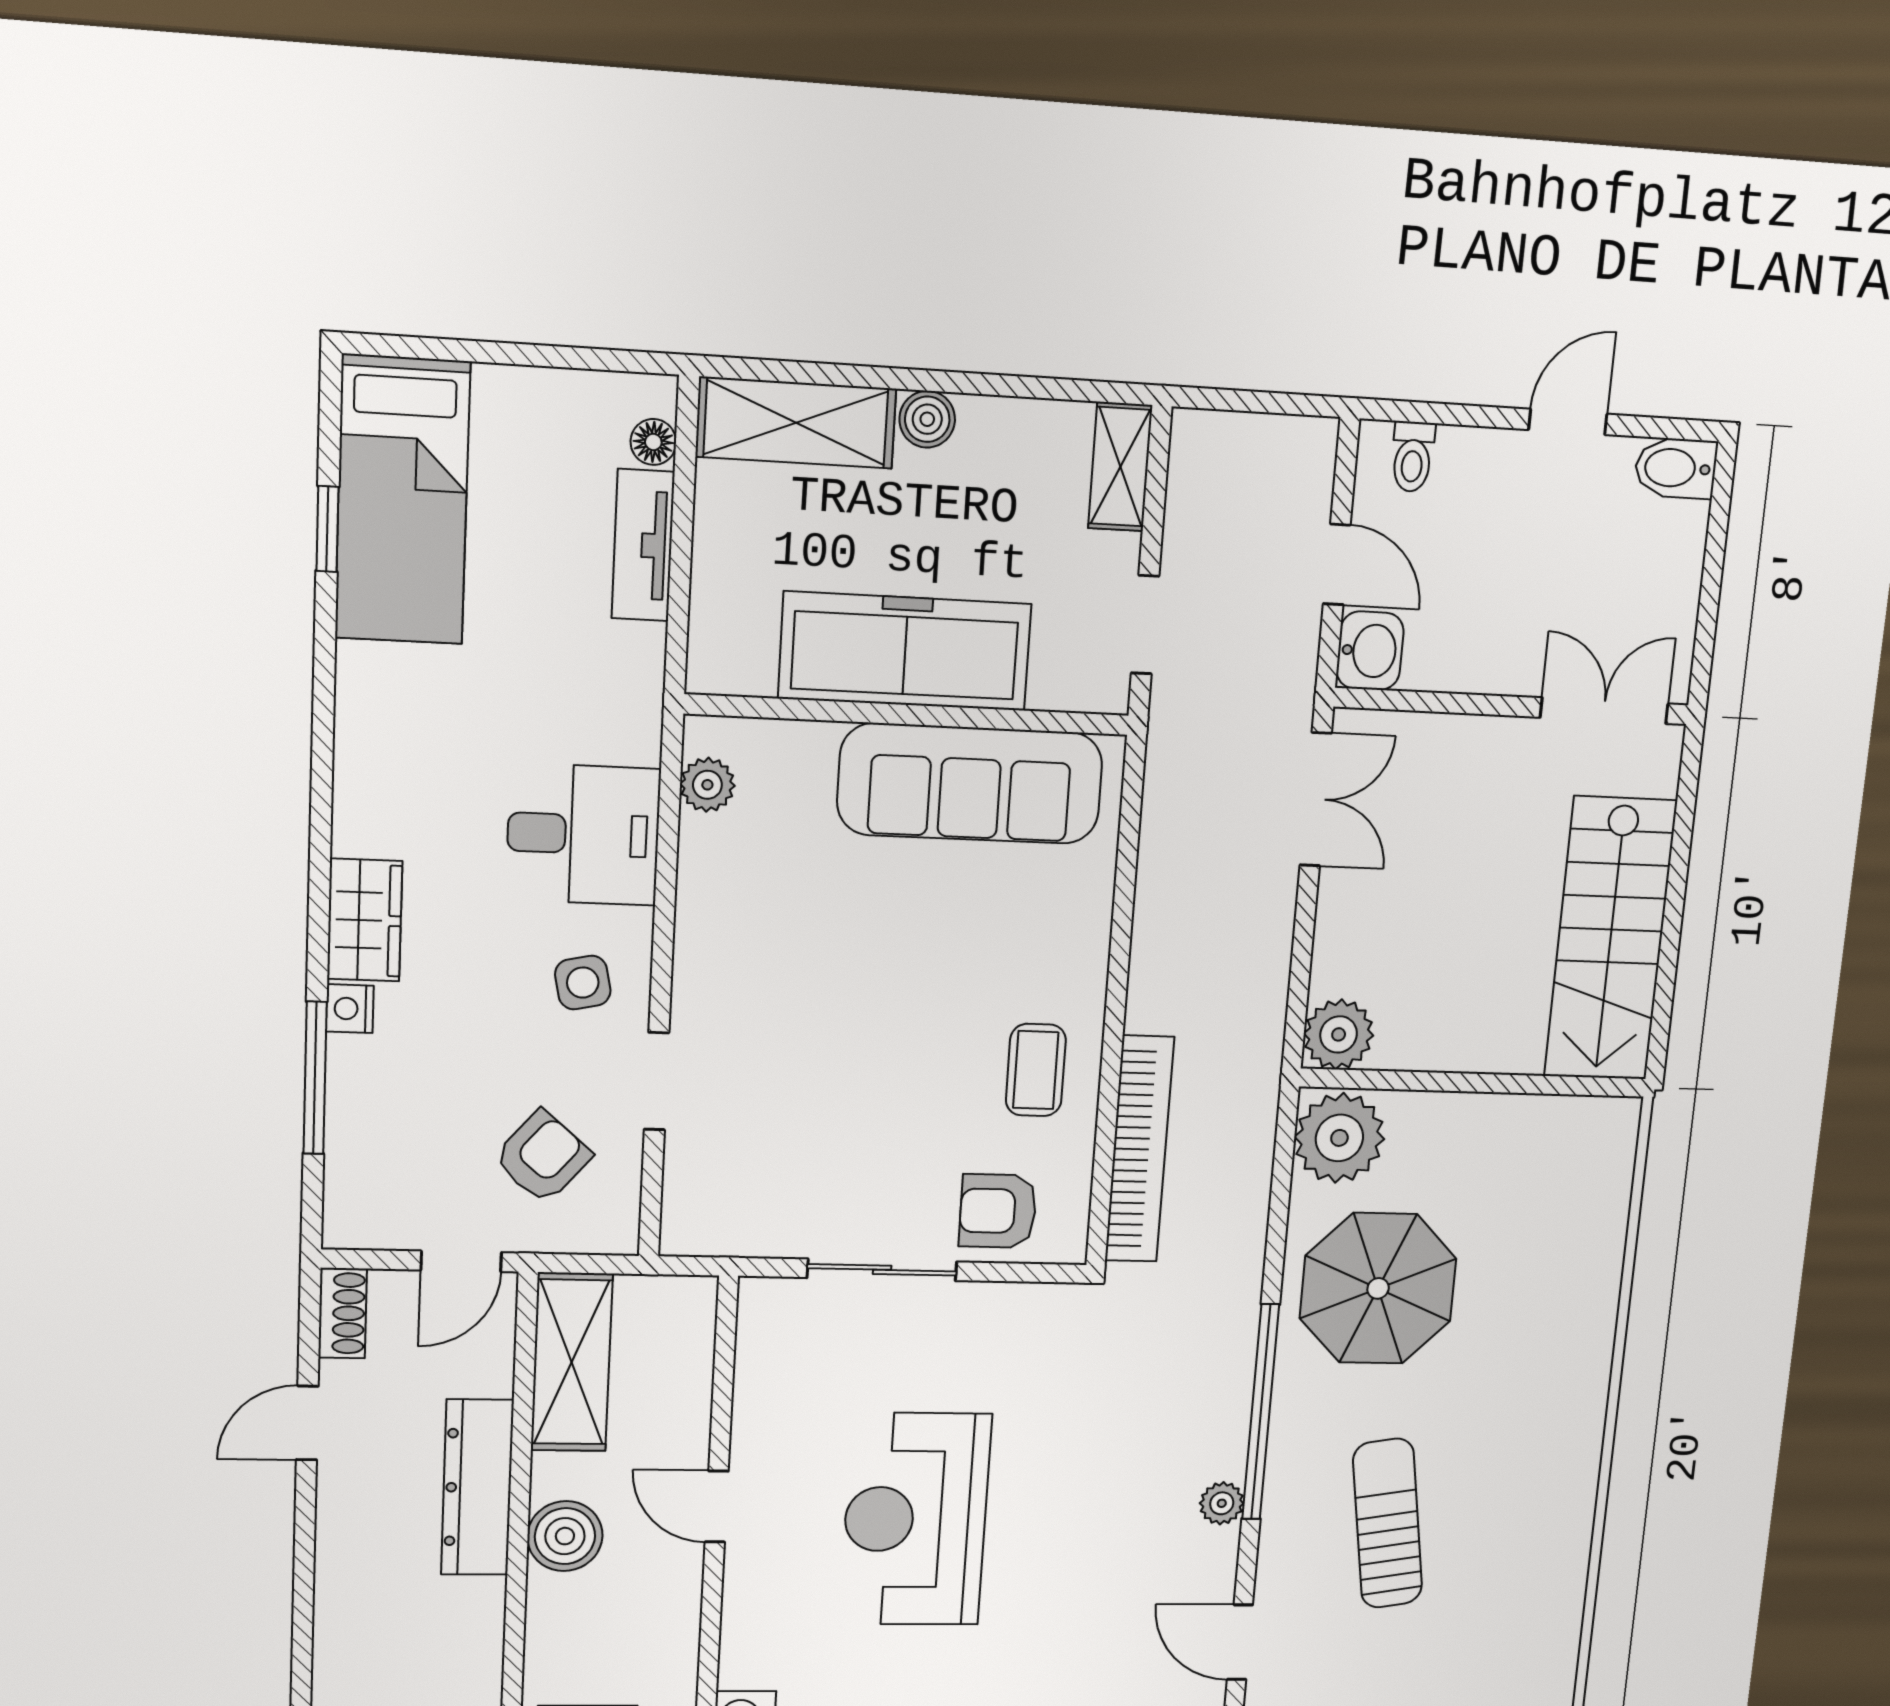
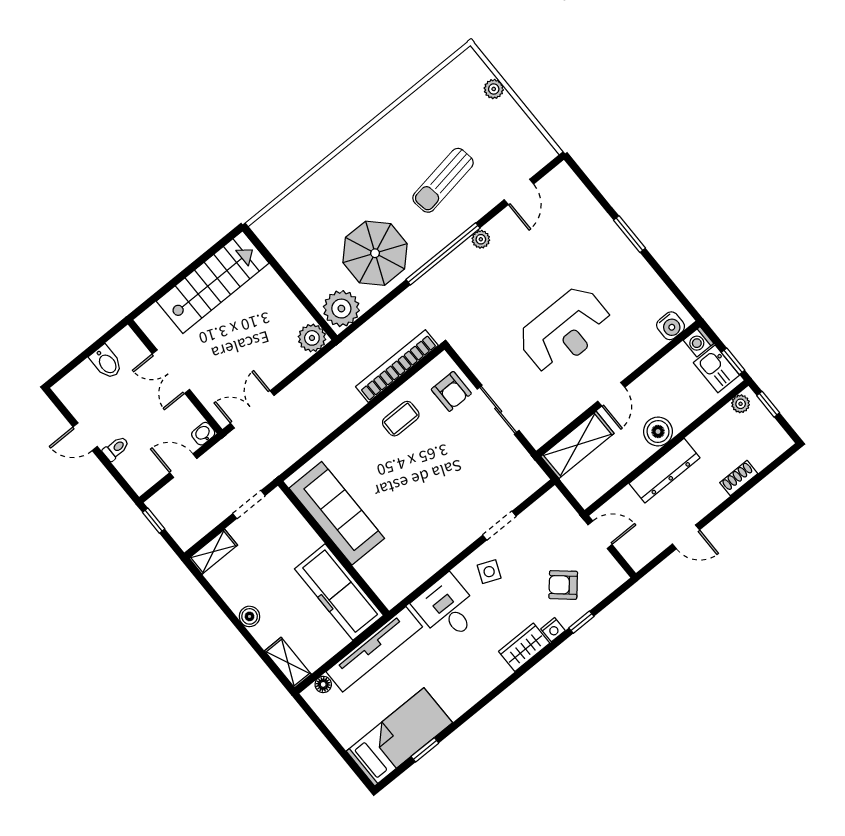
window: (1289, 404) -> (154, 521), added
shelving: (796, 423) -> (288, 663), width x0.67, depth x0.75
toilet: (1413, 457) -> (116, 448), moved
bidet: (1676, 468) -> (106, 362), moved
tv unit: (643, 545) -> (374, 649), width x1.92, depth x1.29
door: (1337, 564) -> (183, 466), hinge flipped
freezer: (905, 651) -> (339, 592), moved
washbasin: (1370, 651) -> (203, 434), width x0.72, depth x0.69
double door: (1604, 711) -> (171, 372), moved
plant: (707, 785) -> (403, 587), removed
side table: (583, 983) -> (489, 572), turned 35
window: (315, 1078) -> (581, 622), width x0.46
armchair: (543, 1157) -> (563, 585), moved
shoe rack: (343, 1313) -> (739, 478), moved
shelving: (572, 1362) -> (577, 445), moved

